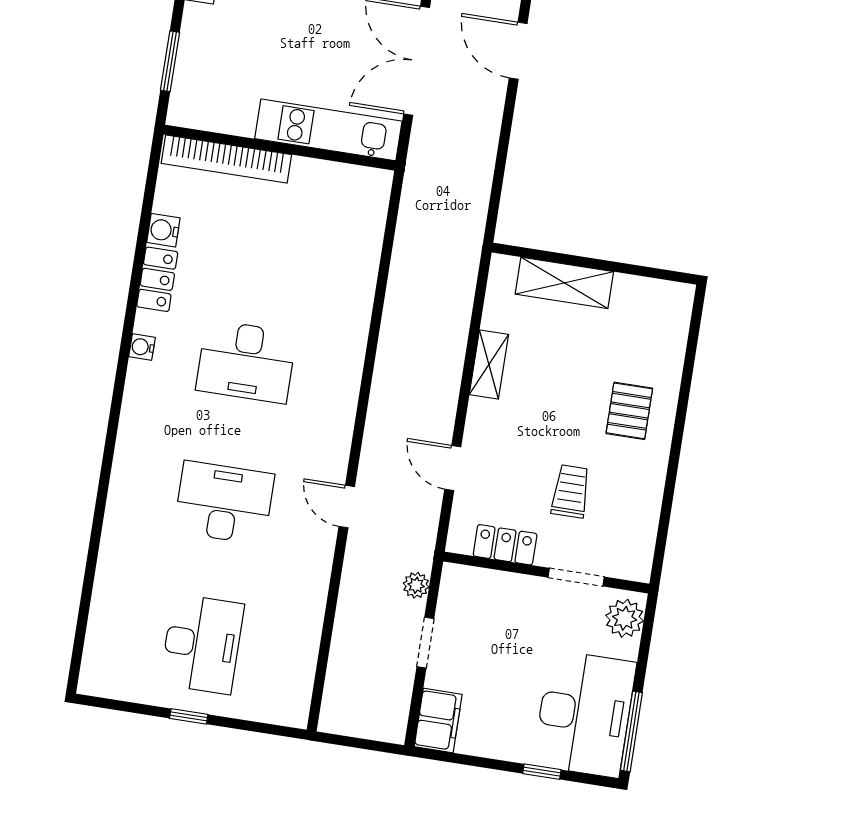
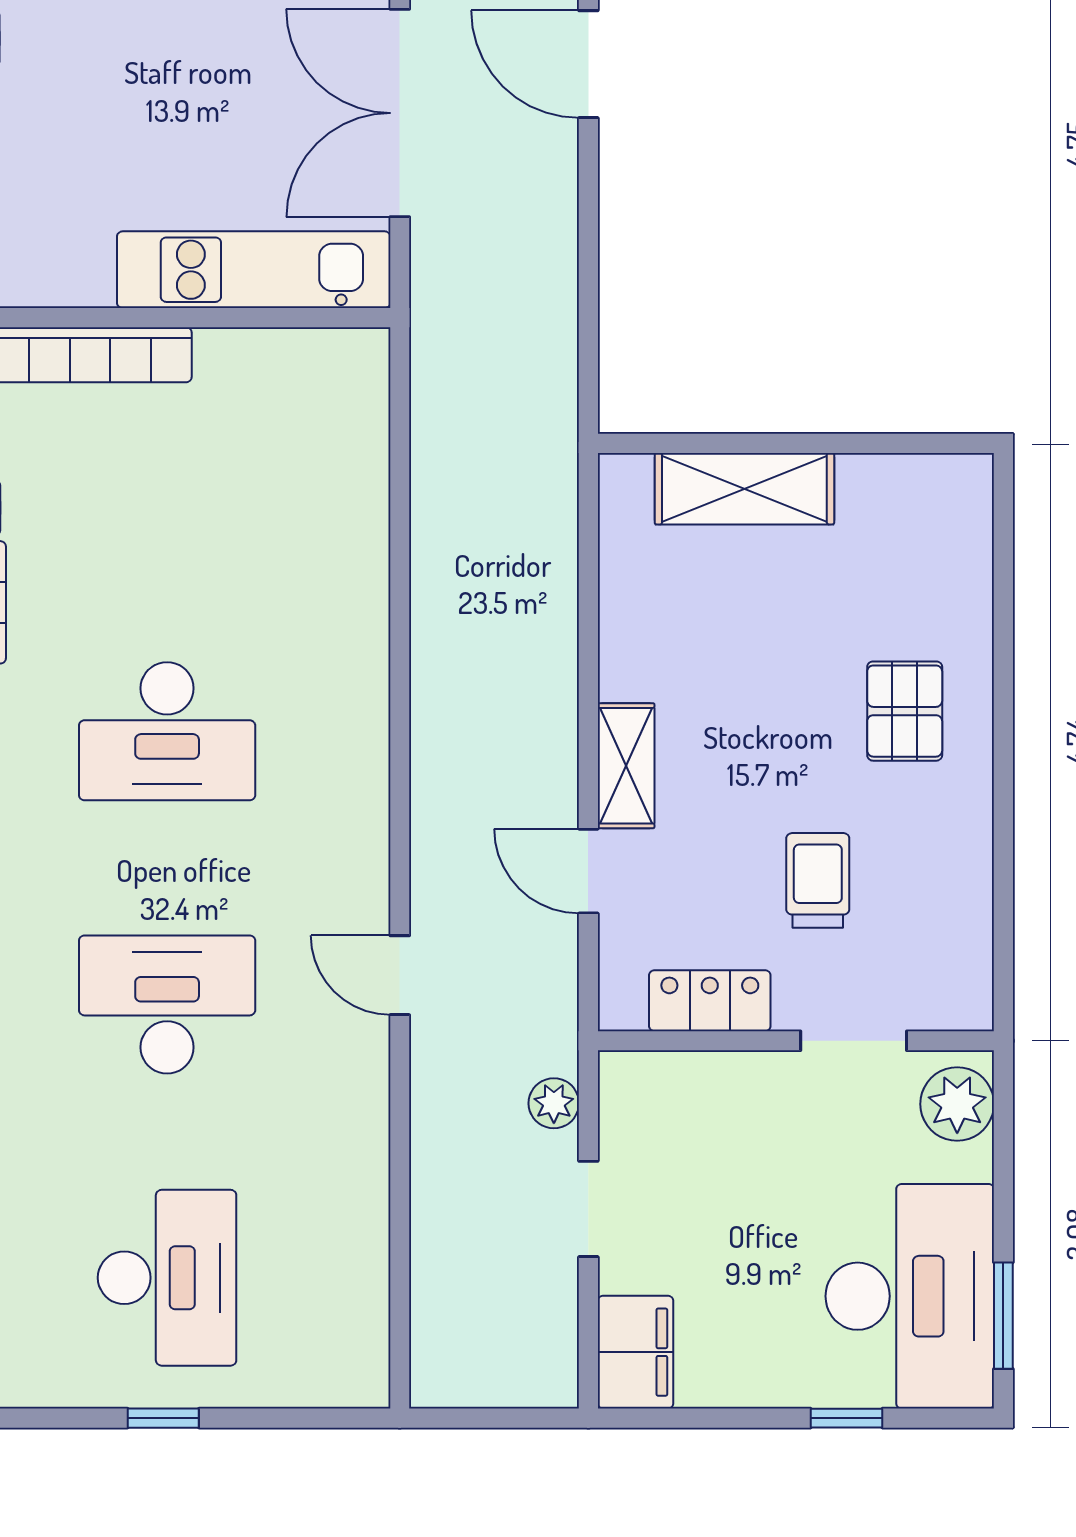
shelving: (489, 364) -> (626, 766), moved
window: (631, 731) -> (1003, 1316), width x0.69

